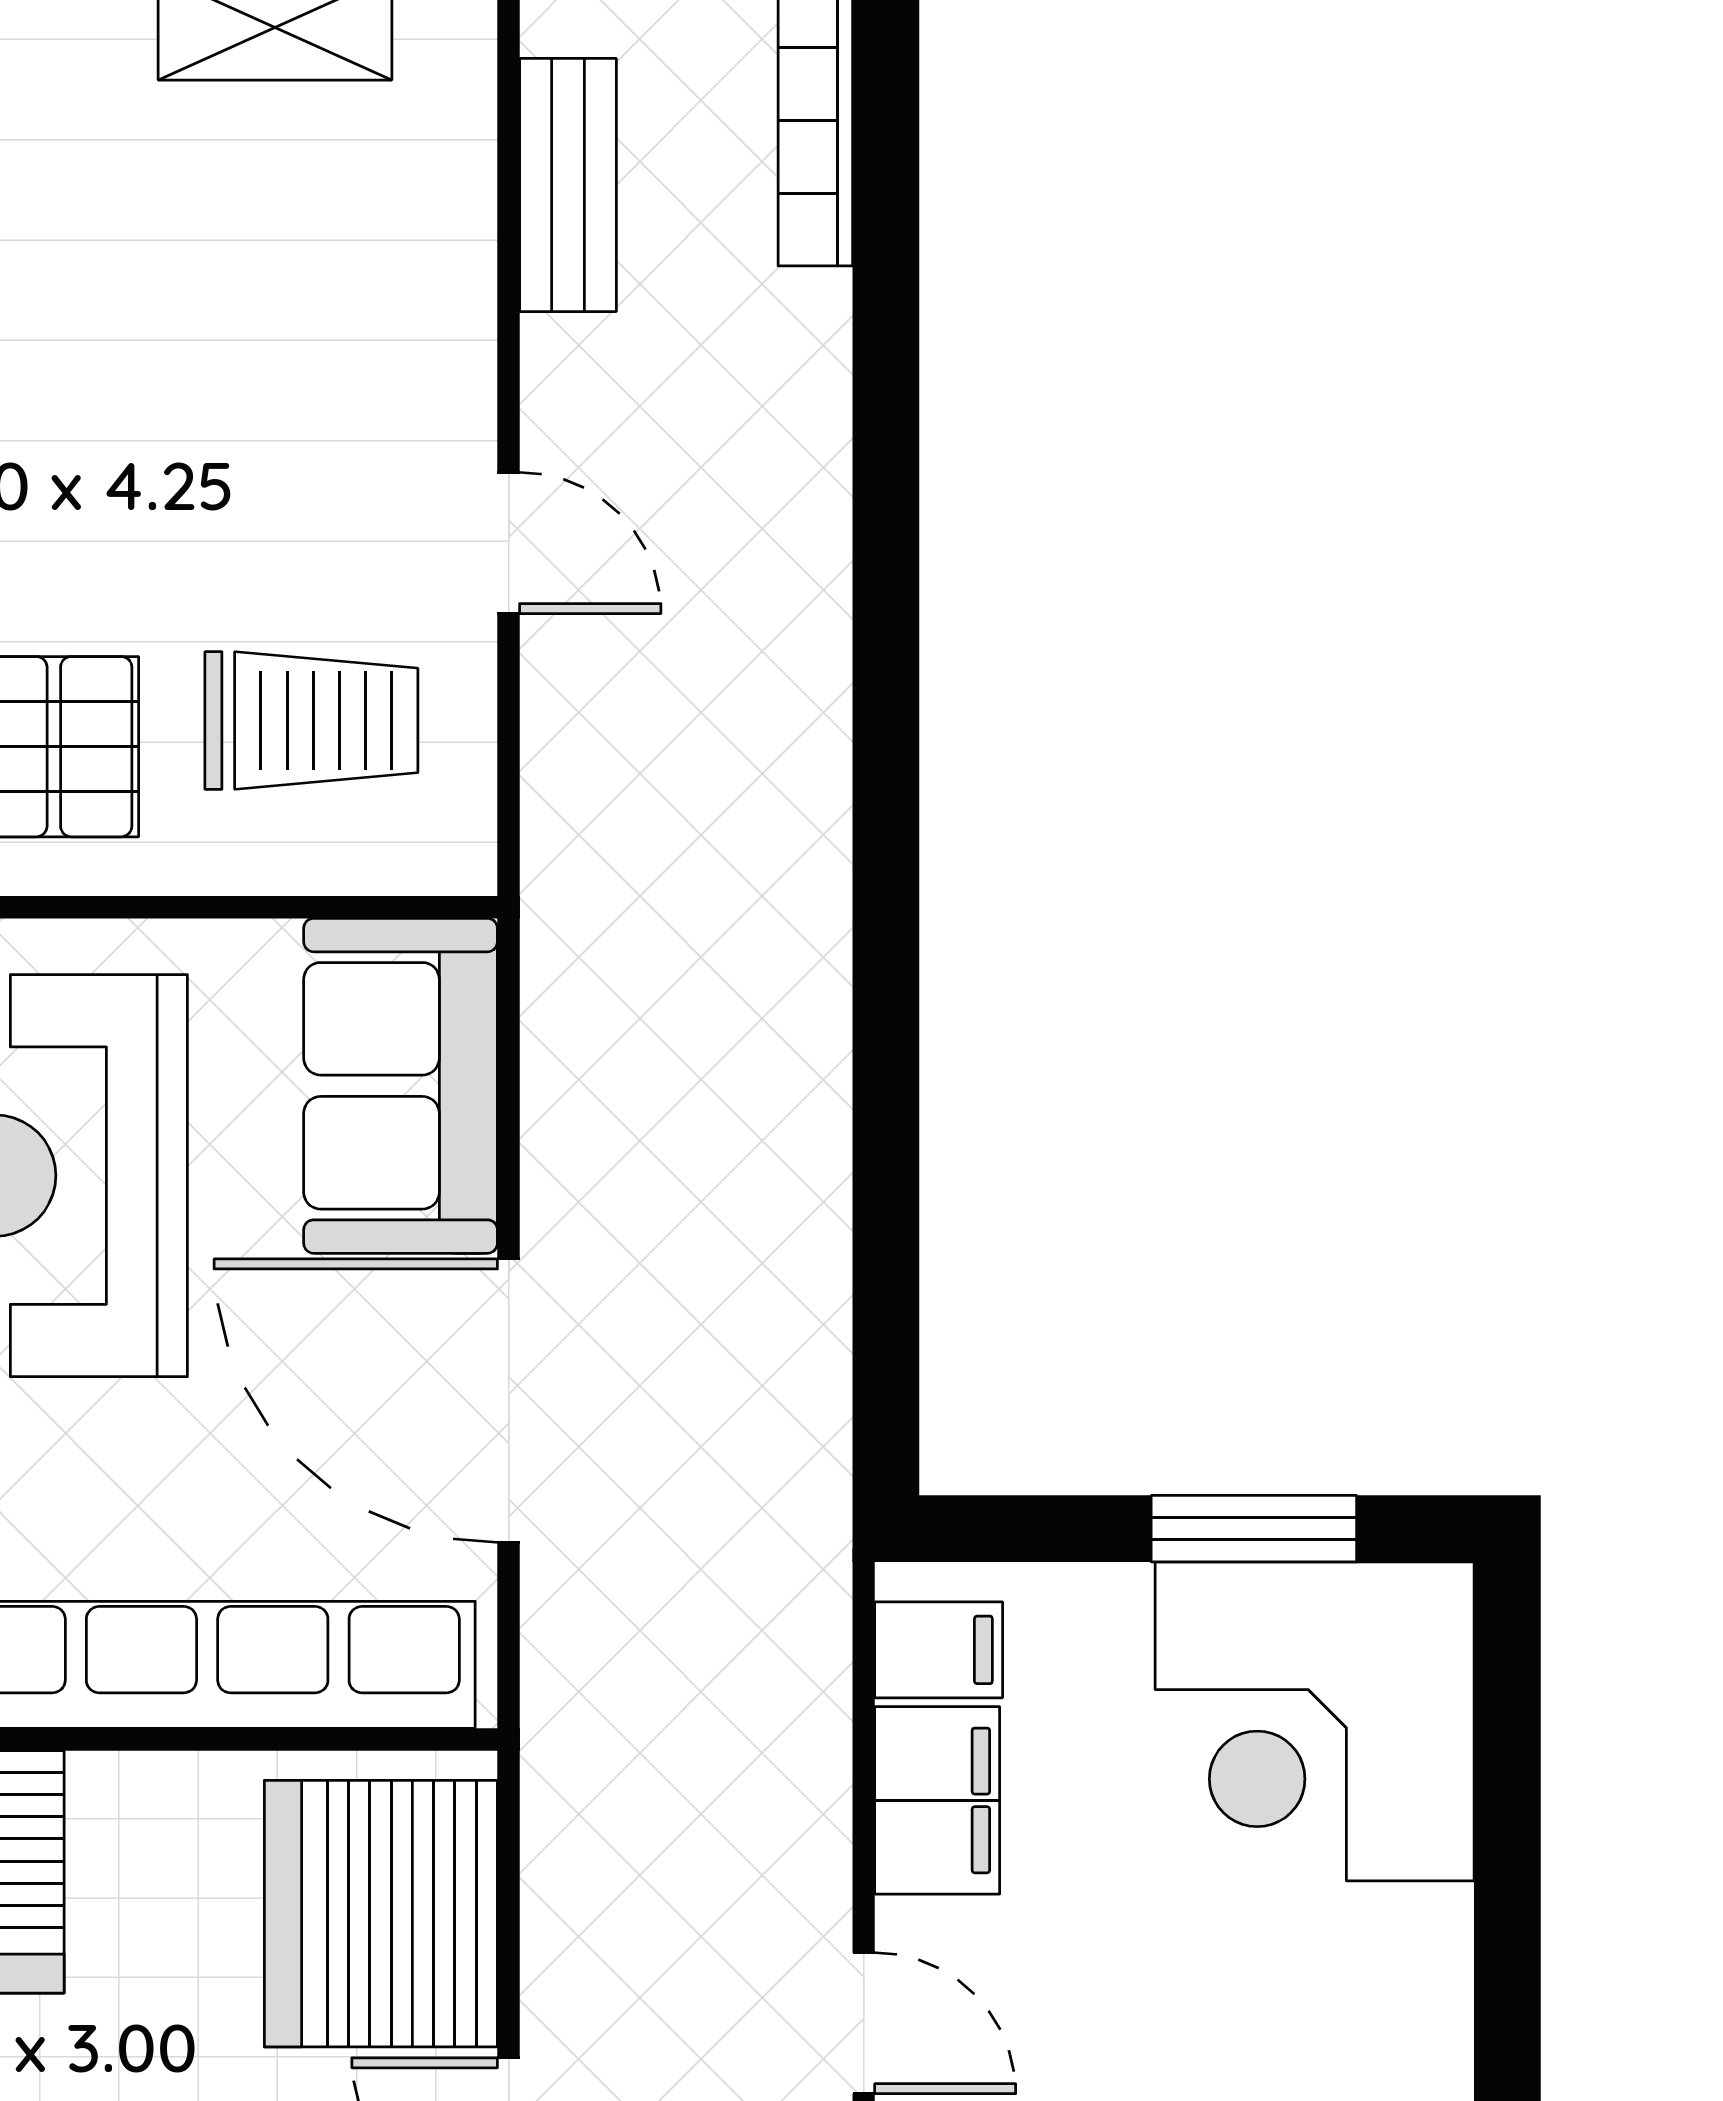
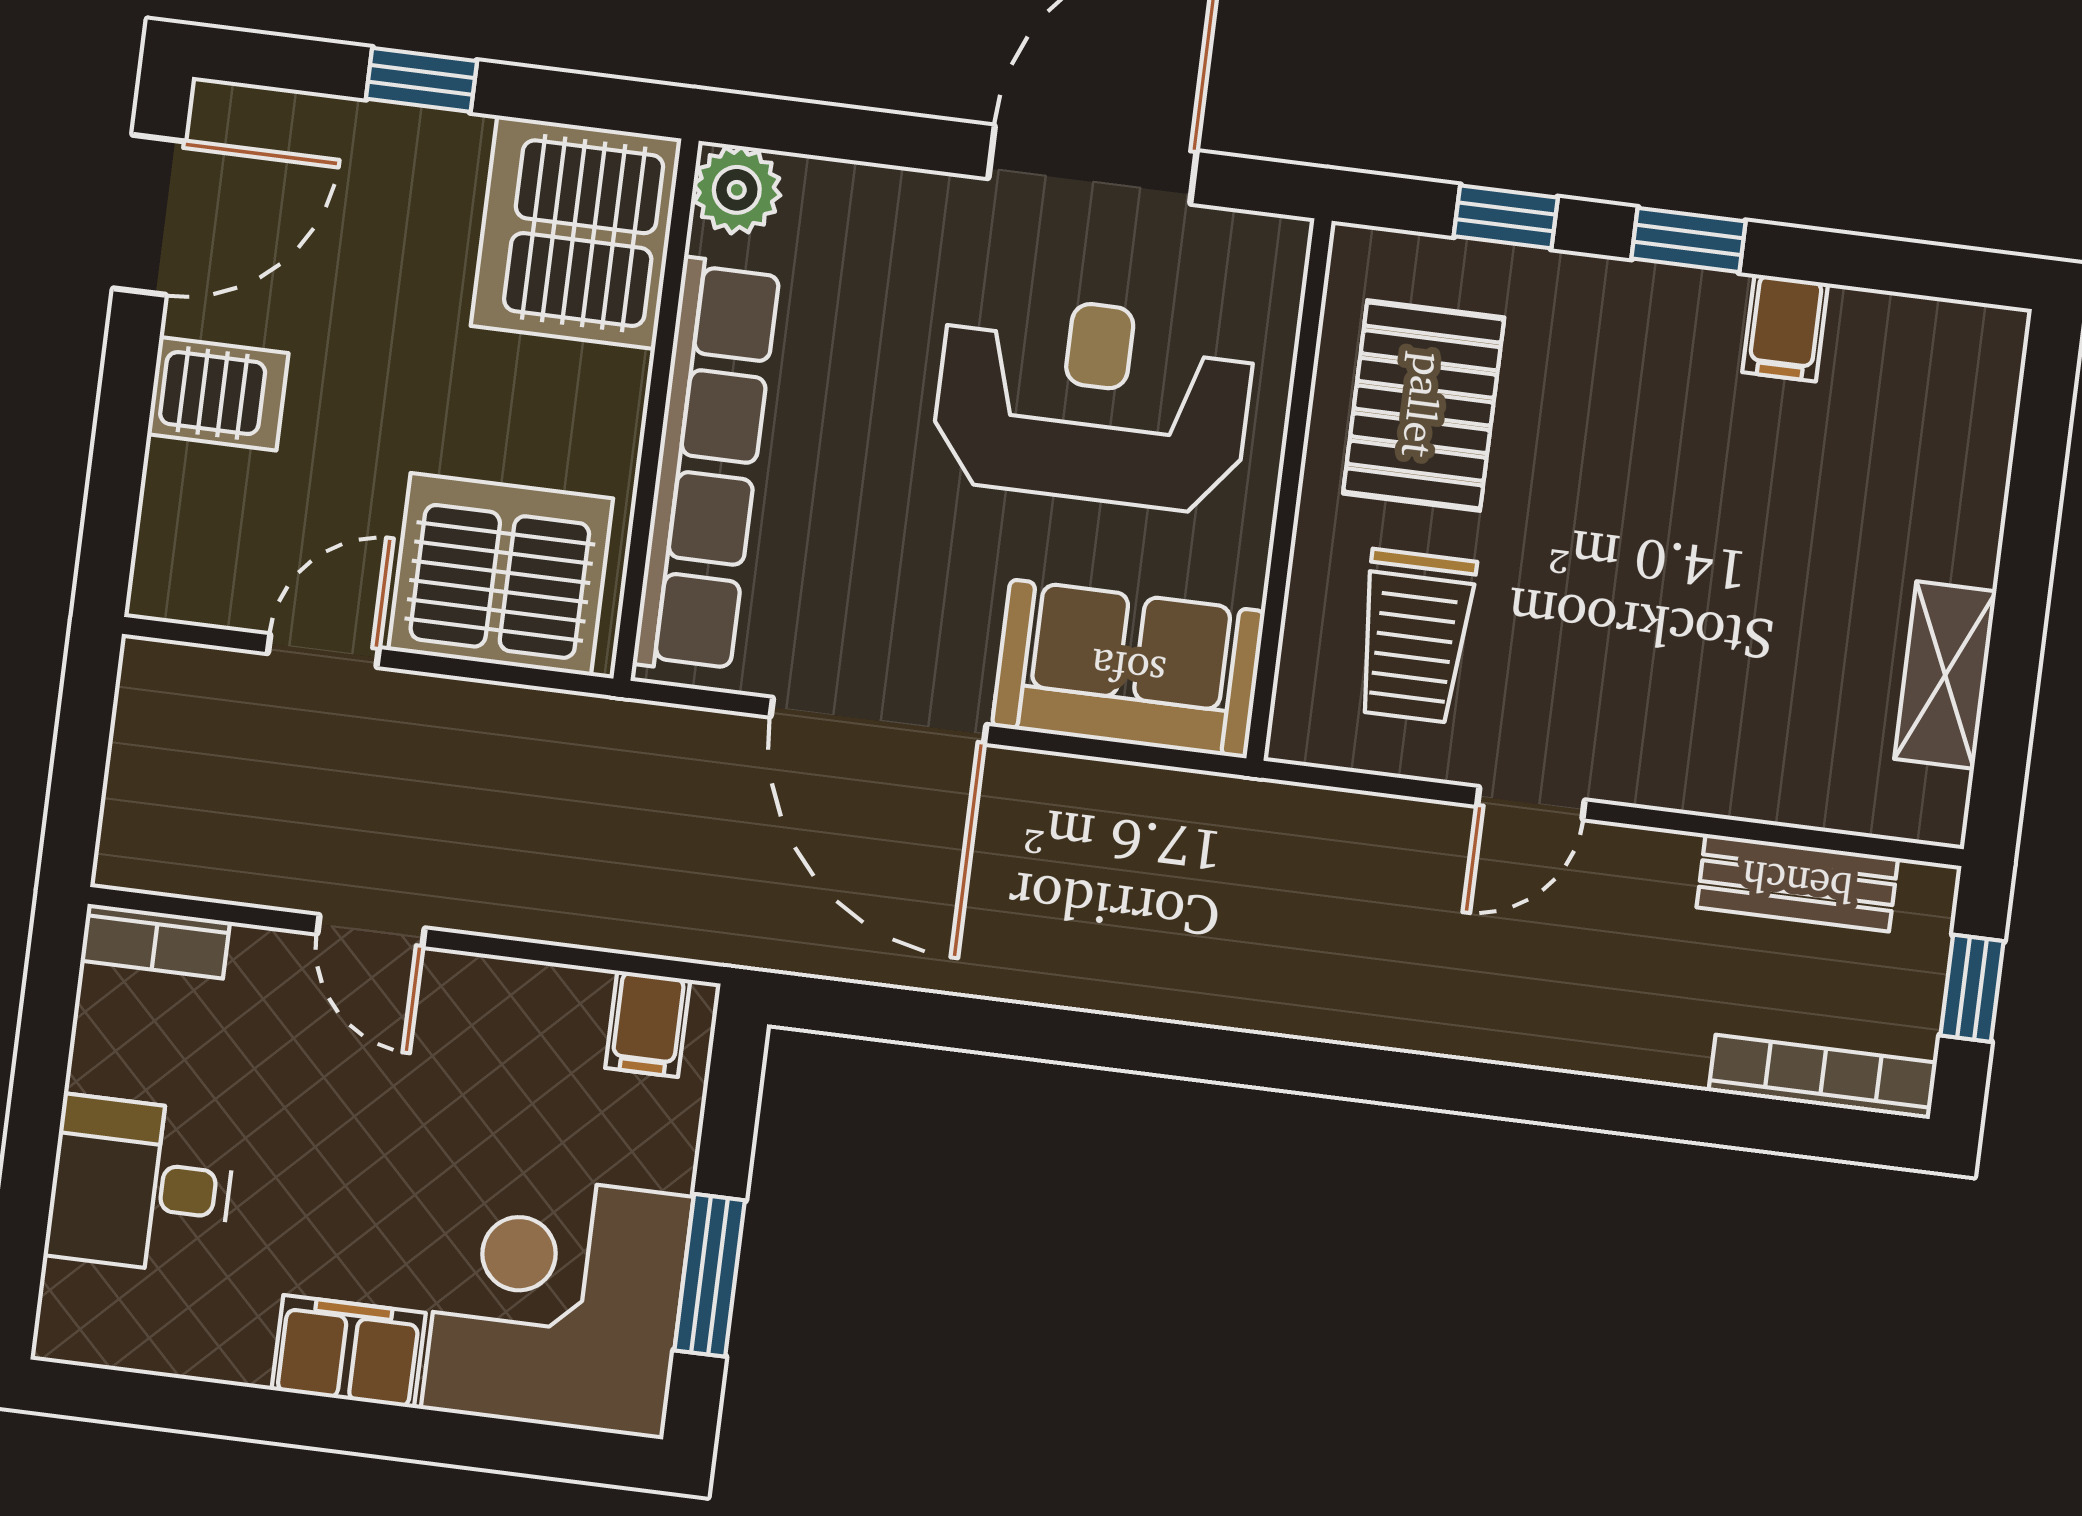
door: (509, 1401) -> (879, 721), swing flipped
filing cabinet: (937, 1800) -> (349, 1351), moved, turned 180
door: (864, 2023) -> (371, 931), hinge flipped

